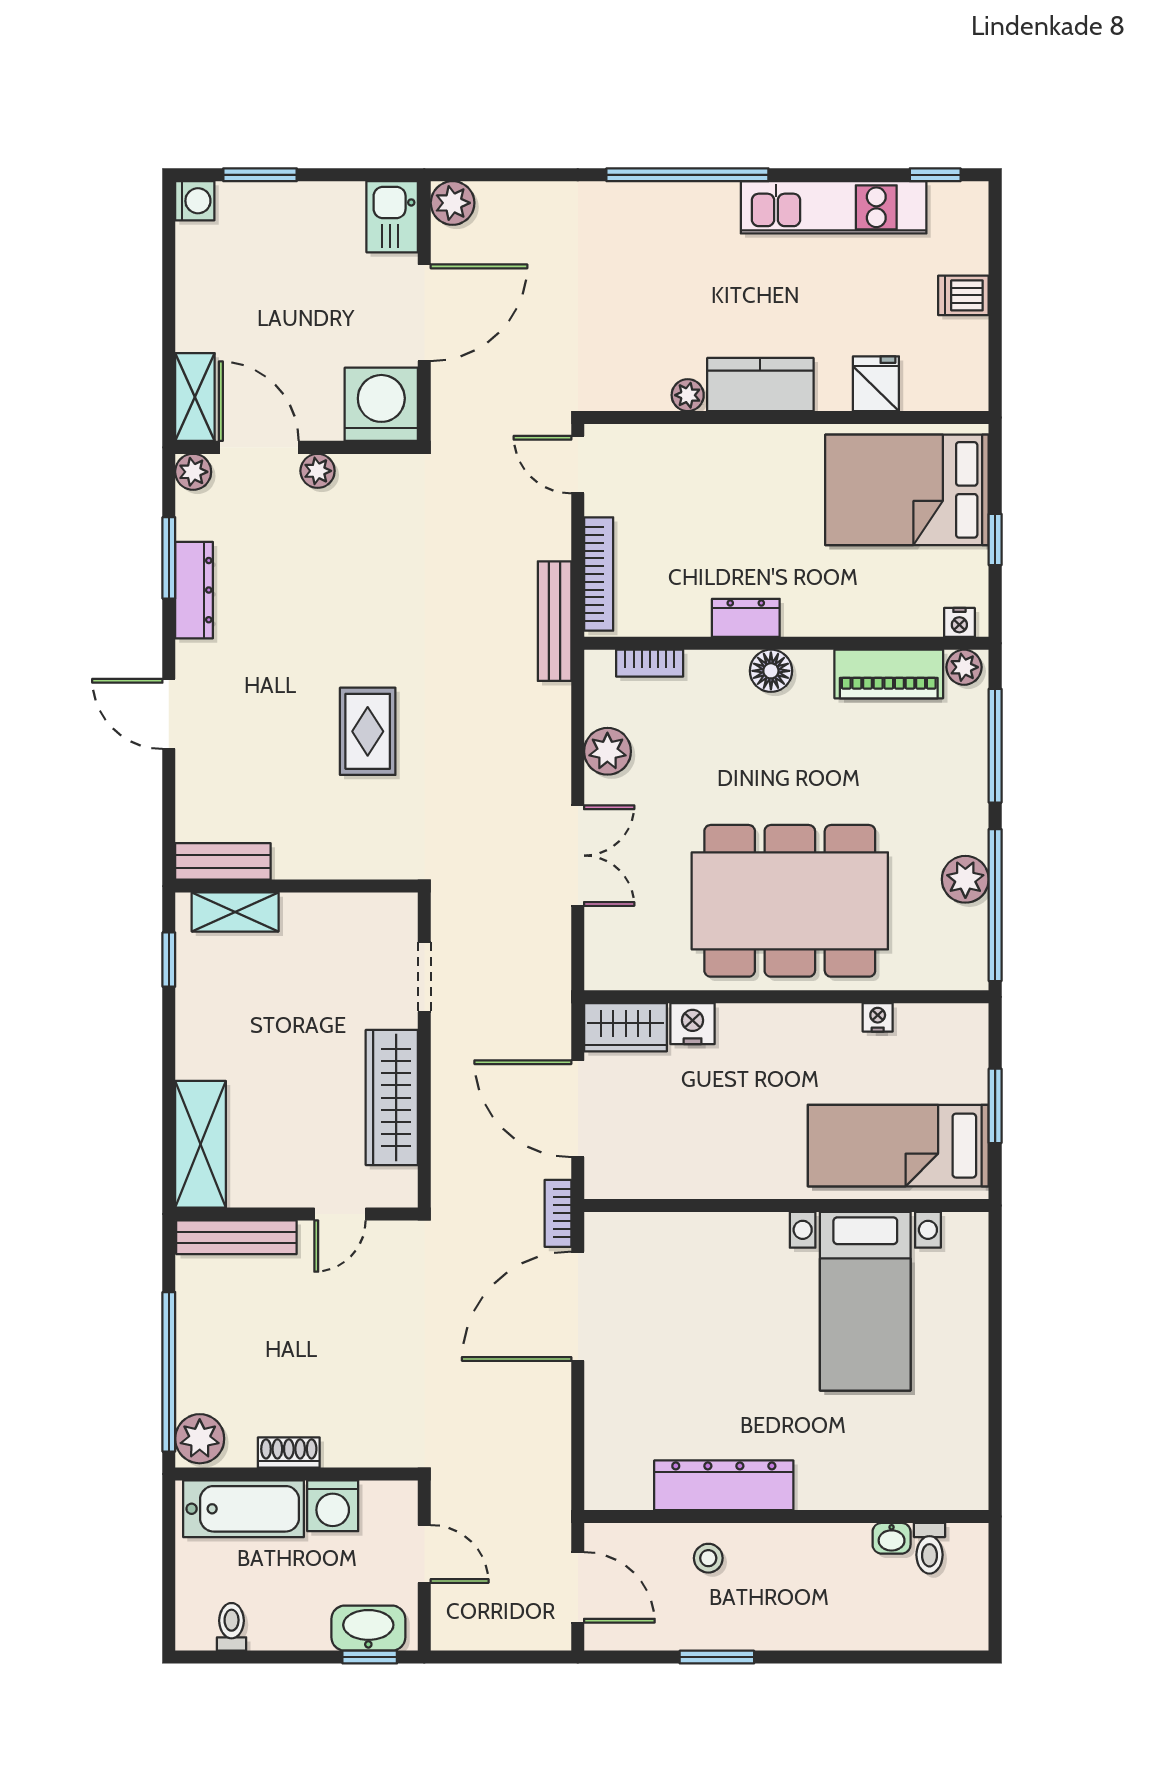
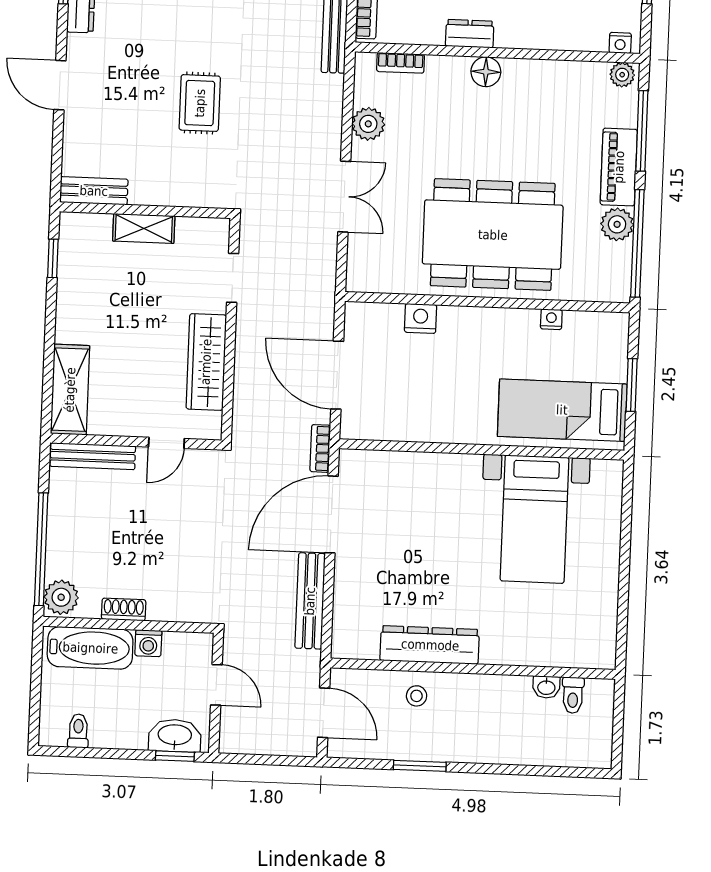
piano: (889, 674) -> (619, 167), moved, turned 90
shelving: (235, 912) -> (144, 228), moved
wardrobe: (626, 1027) -> (373, 319), removed
bench: (552, 1430) -> (310, 601), added
washing machine: (333, 1506) -> (148, 643), width x0.73, depth x0.73

